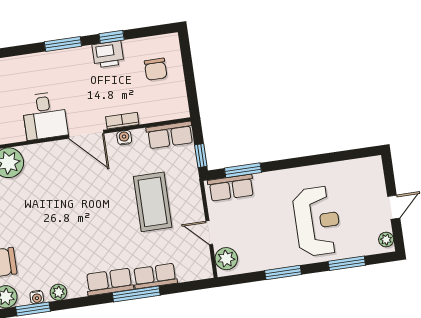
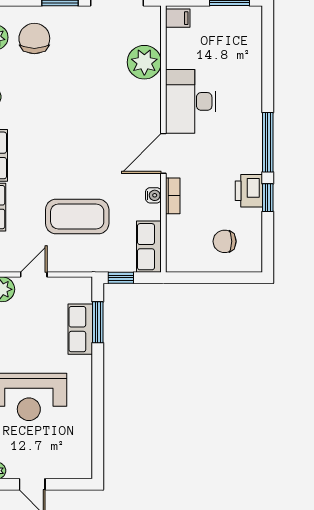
window: (63, 44) -> (268, 142), width x1.44
desk: (45, 116) -> (191, 101), width x1.37
row of seats: (231, 188) -> (80, 329), moved

